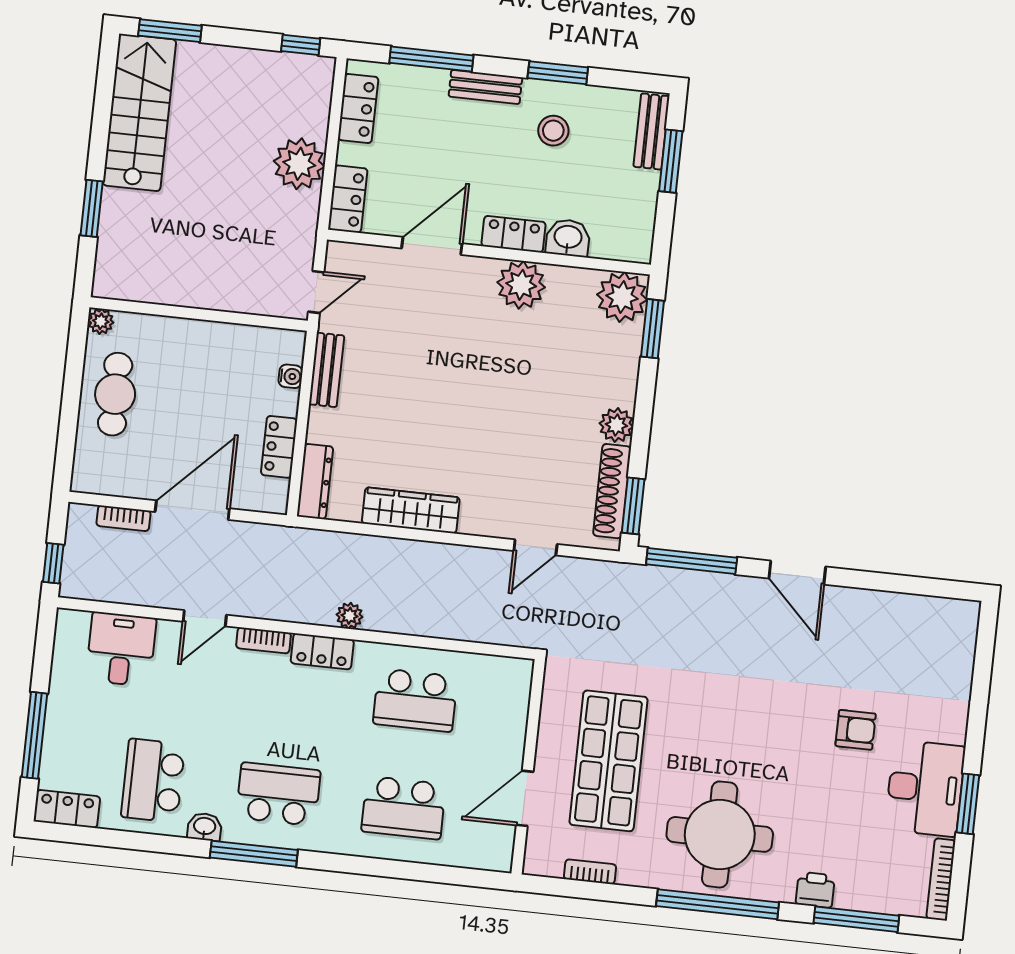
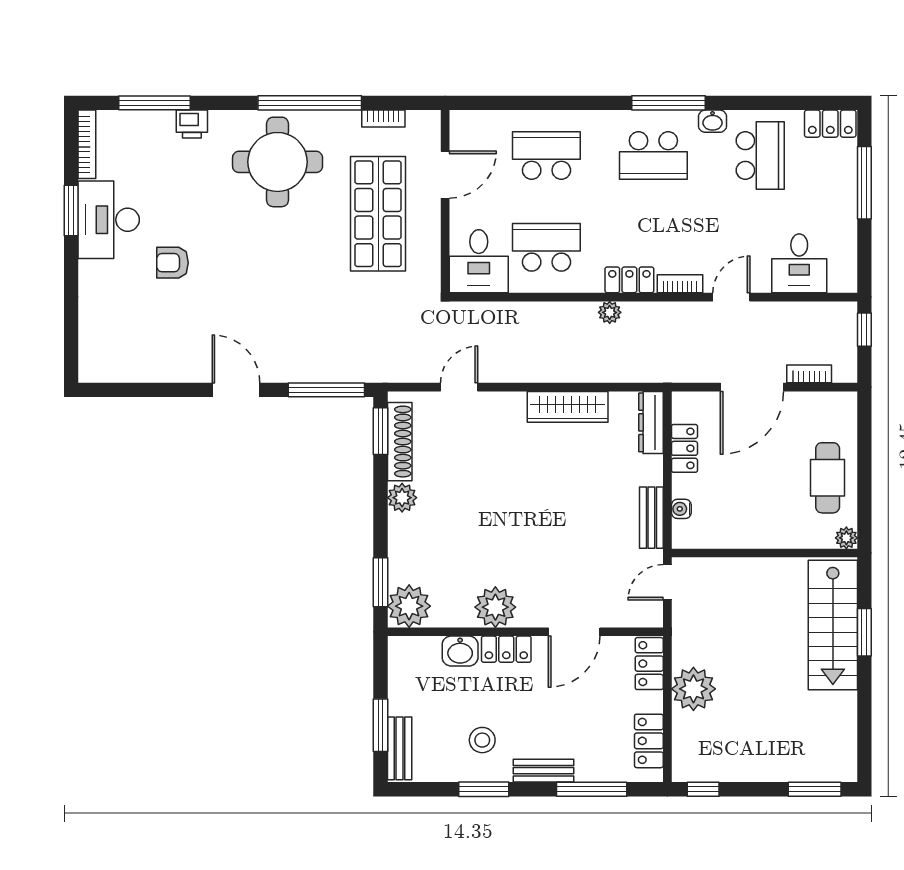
stairs: (139, 113) -> (833, 625), moved
desk: (496, 692) -> (479, 261), added
window: (718, 904) -> (310, 103), moved

